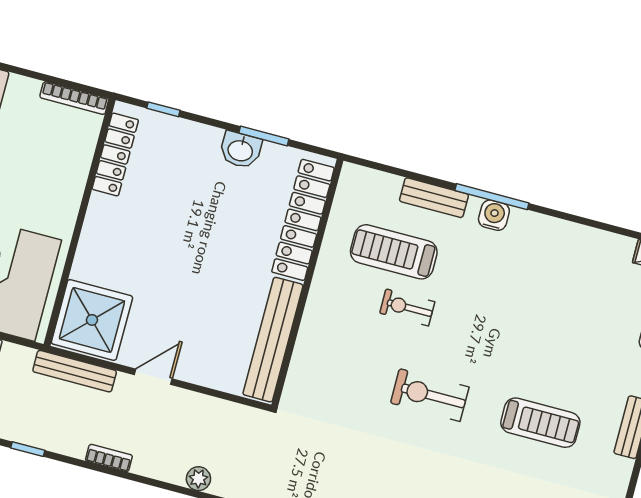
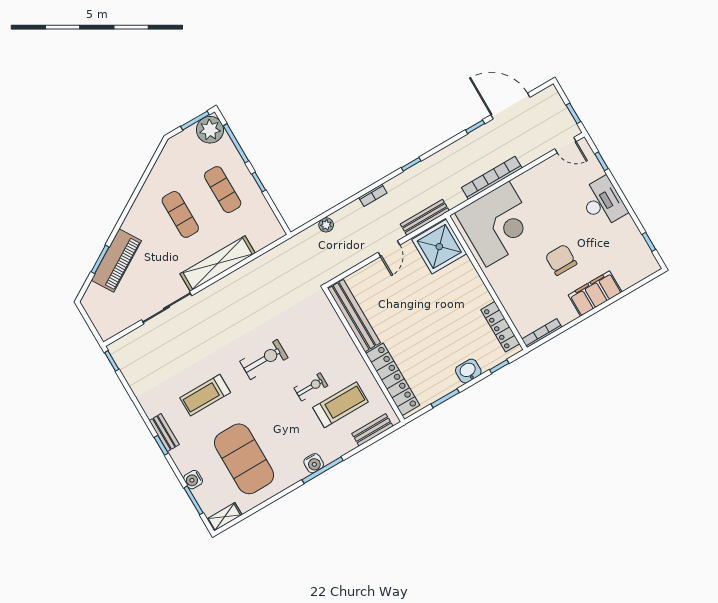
washbasin: (240, 150) -> (468, 371), moved
bench: (434, 198) -> (372, 430), moved
exercise mat: (570, 302) -> (244, 459), added

